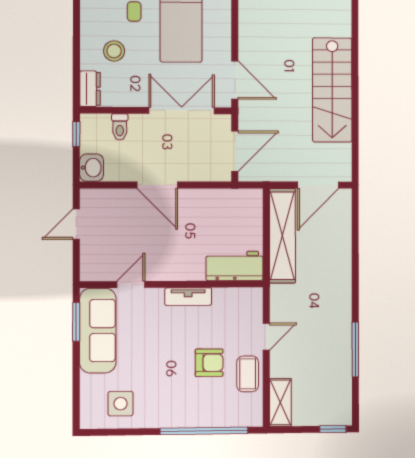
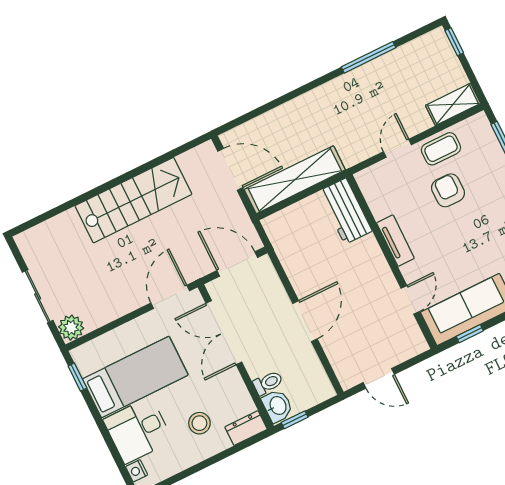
washbasin: (92, 168) -> (277, 406), moved, turned 90
door: (131, 285) -> (410, 300), swing flipped
window: (76, 322) -> (470, 334), width x0.67
door: (266, 337) -> (397, 148), hinge flipped

